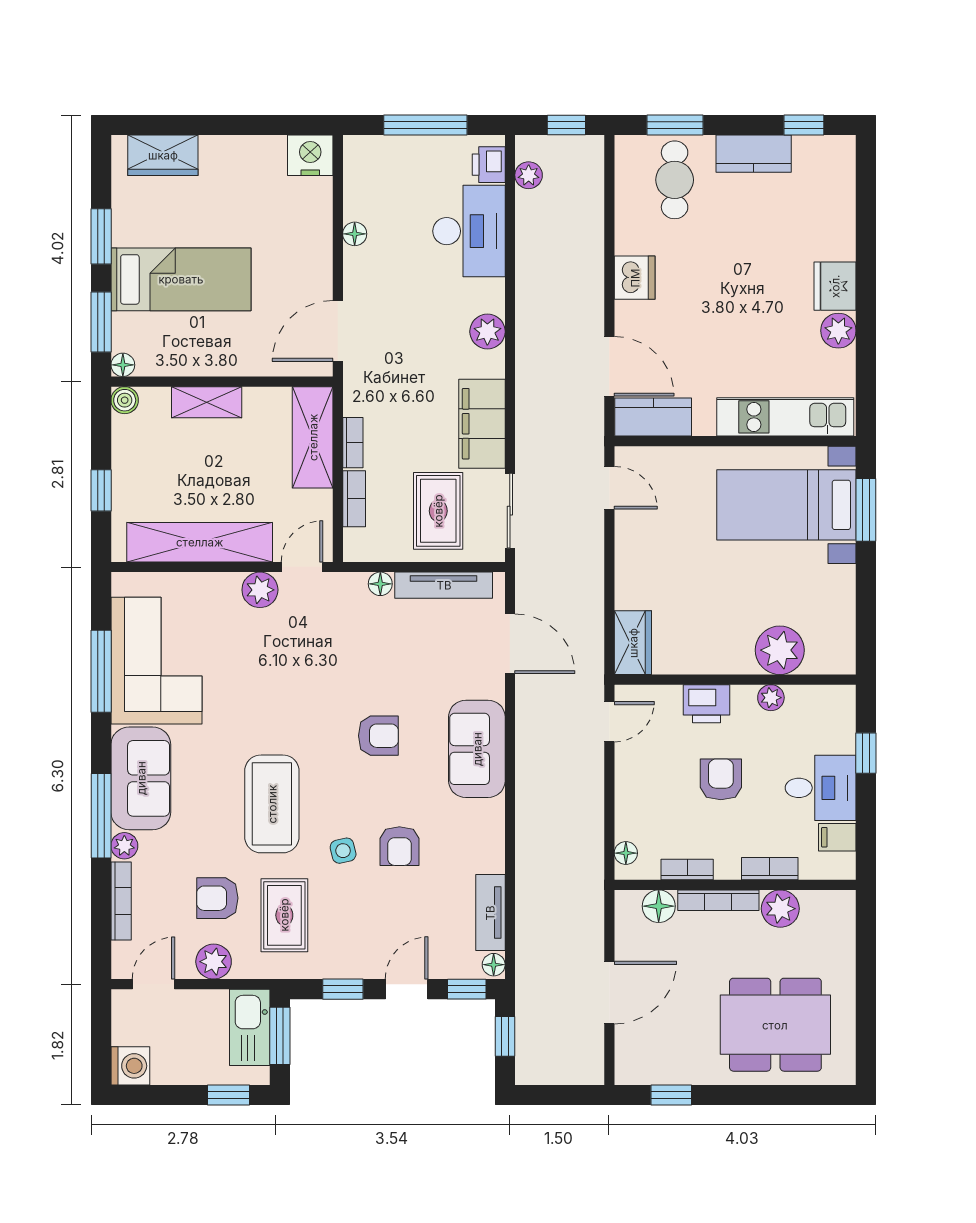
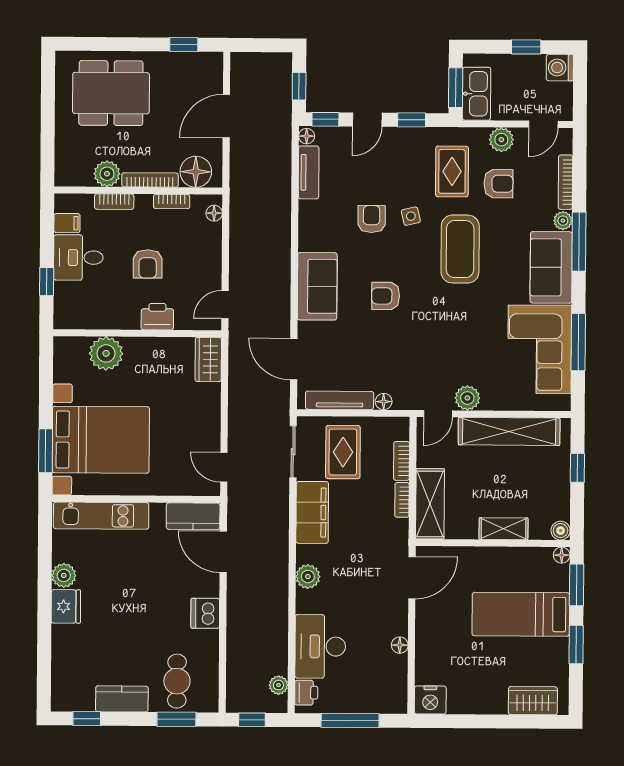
bed with nightstands: (786, 505) -> (101, 440), width x1.36
plant: (771, 698) -> (112, 320), removed
floor lamp: (659, 906) -> (196, 172), width x1.38, depth x1.38
window: (229, 1095) -> (526, 47), moved

